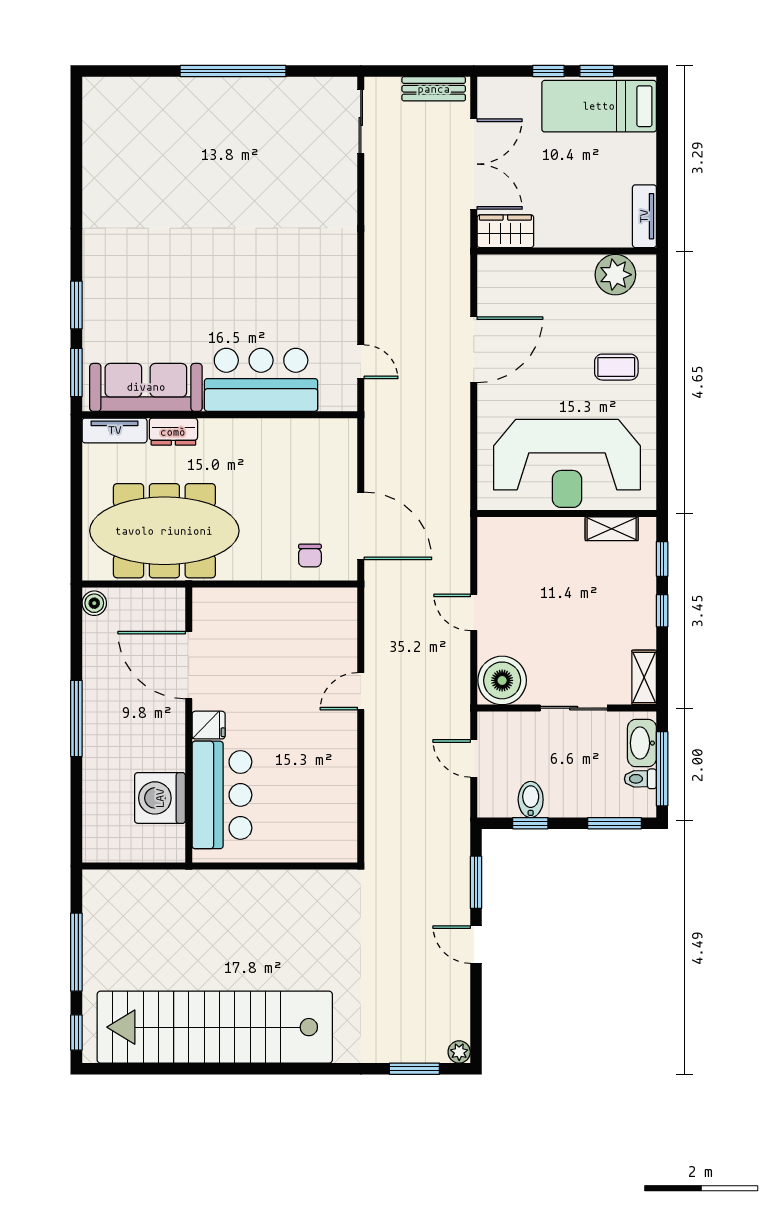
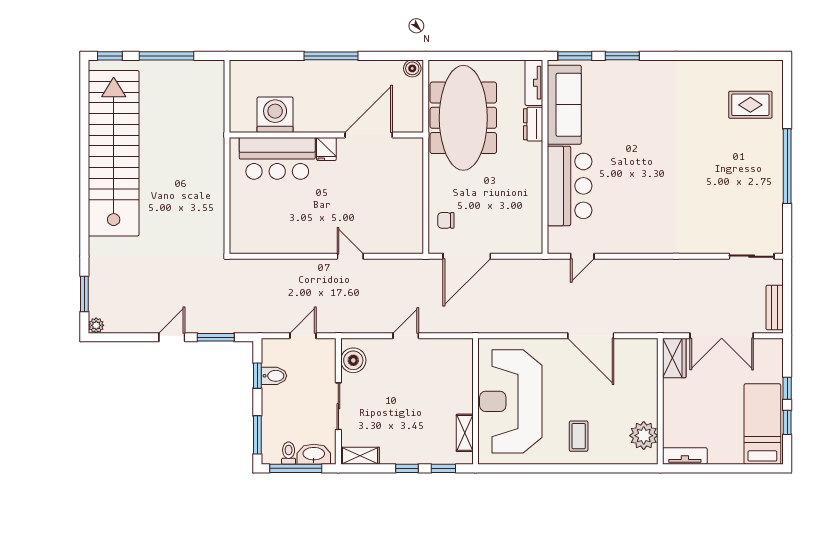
rug: (146, 123) -> (750, 105), added
boiler: (502, 680) -> (353, 360), width x0.73, depth x0.73

